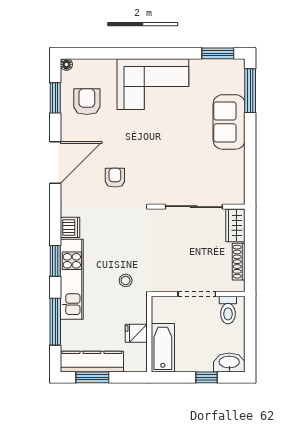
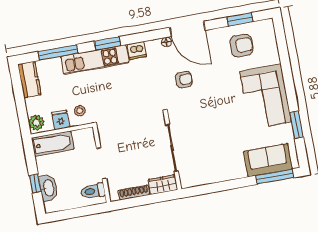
window: (218, 53) -> (296, 125), moved
floor lamp: (66, 64) -> (167, 42), moved
sofa: (229, 122) -> (268, 160), moved
stool: (126, 280) -> (80, 111), moved
kitchen counter: (92, 362) -> (29, 80), width x0.67
plant: (134, 363) -> (36, 123), added
washbasin: (229, 363) -> (48, 188), moved
window: (92, 377) -> (18, 91), removed

